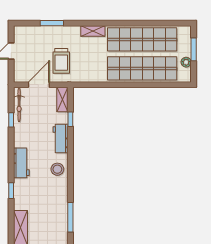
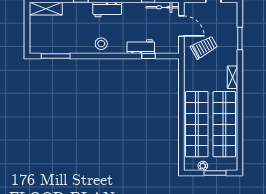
trolley: (61, 61) -> (204, 47), turned 151
shelving: (62, 99) -> (167, 48), removed
workbench: (60, 139) -> (141, 47), moved

